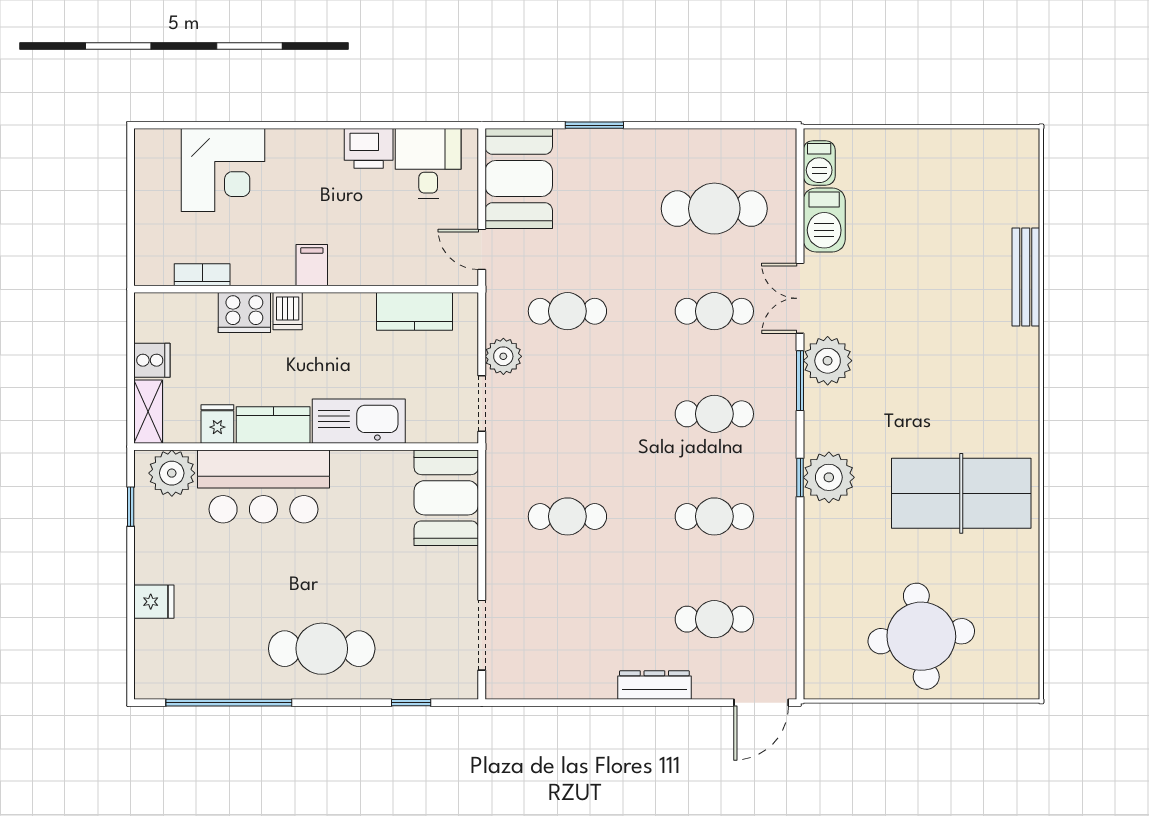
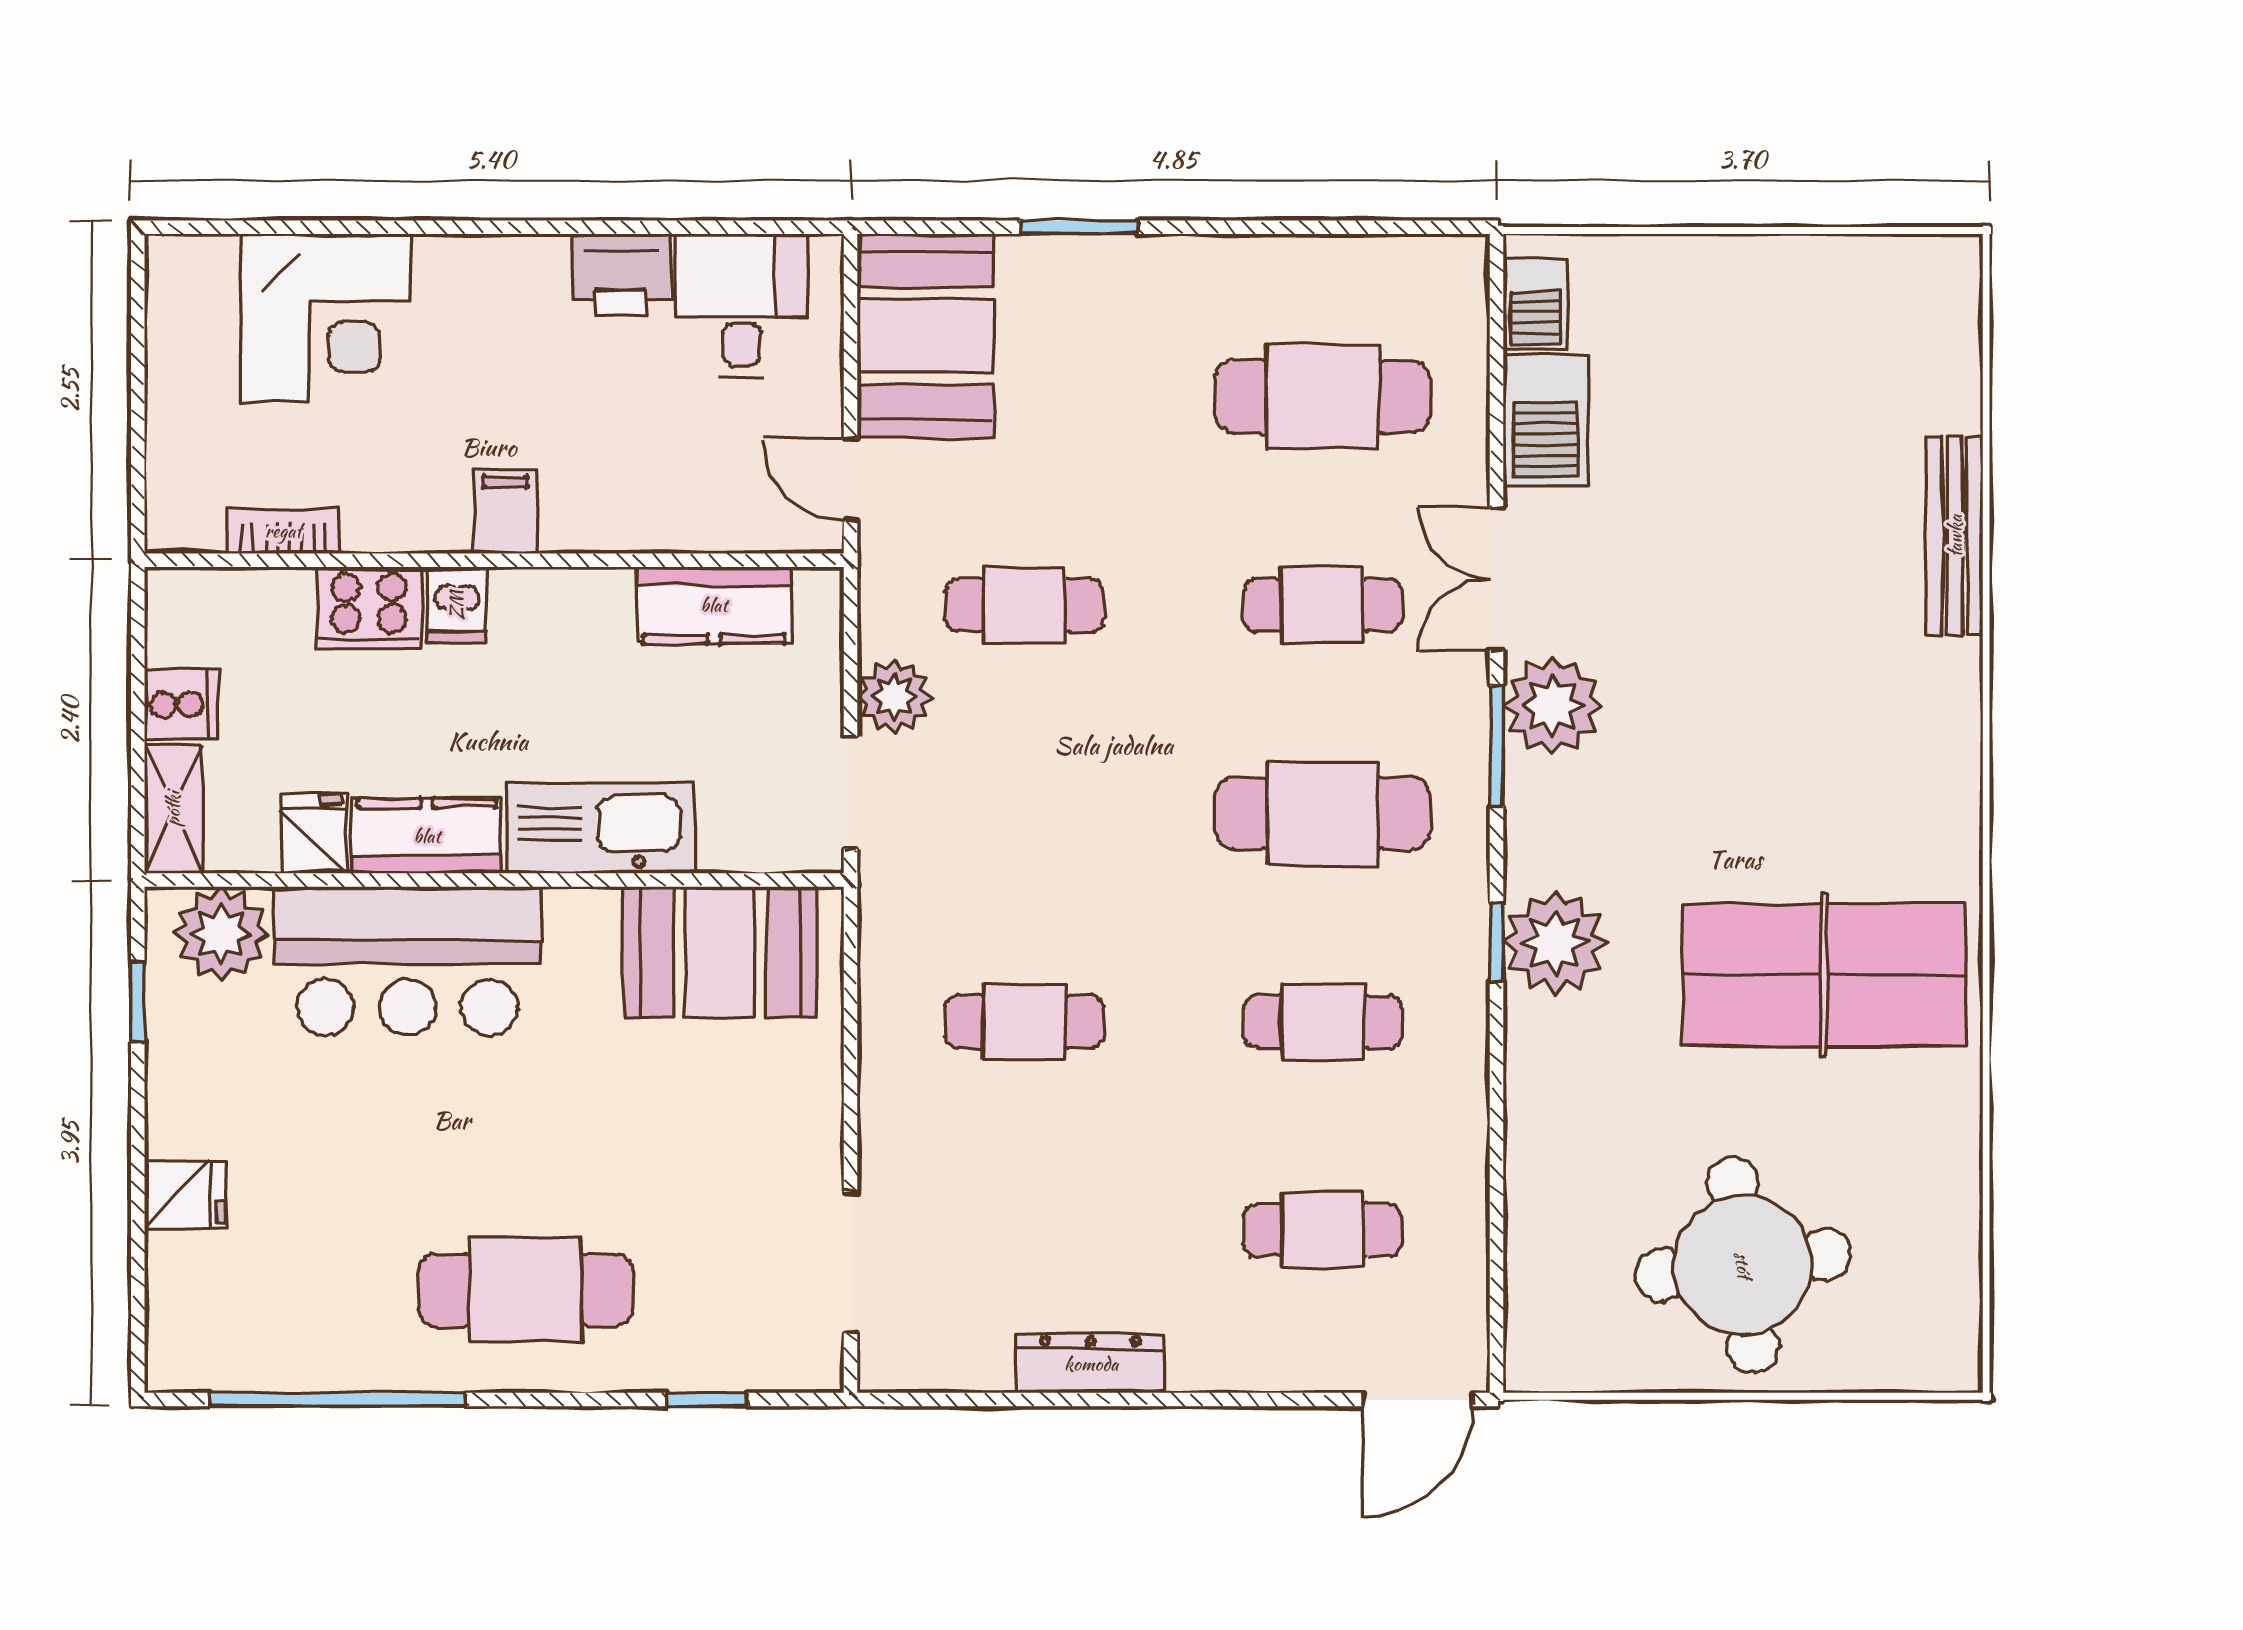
cafe table: (714, 414) -> (1323, 813), width x1.37, depth x1.35
booth: (446, 498) -> (720, 952), moved, turned 90
dresser: (654, 685) -> (1091, 1364), moved

